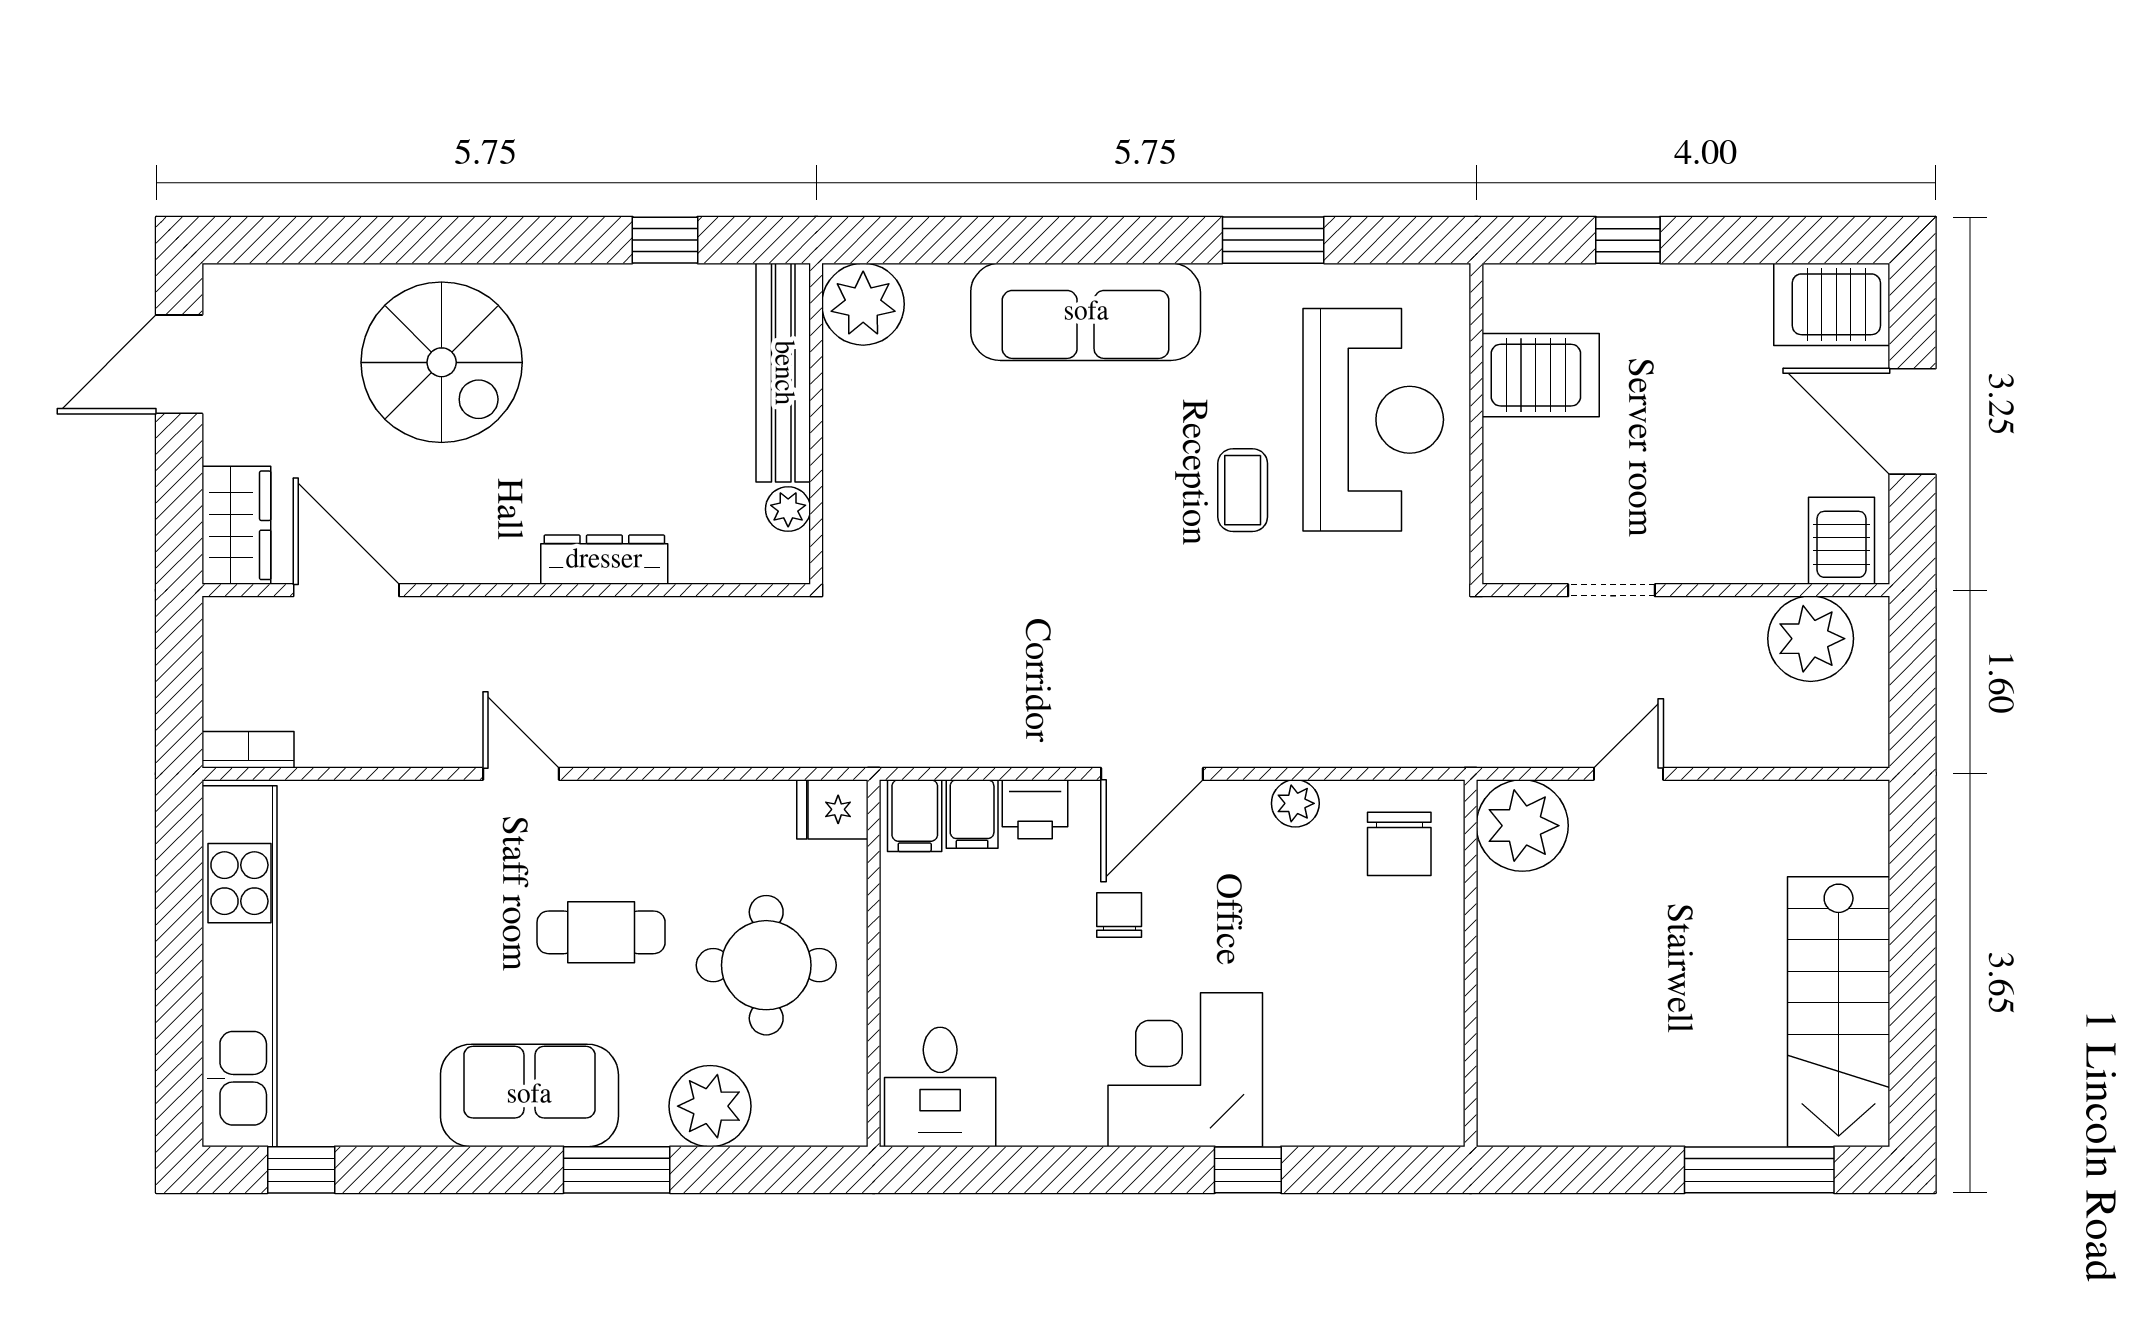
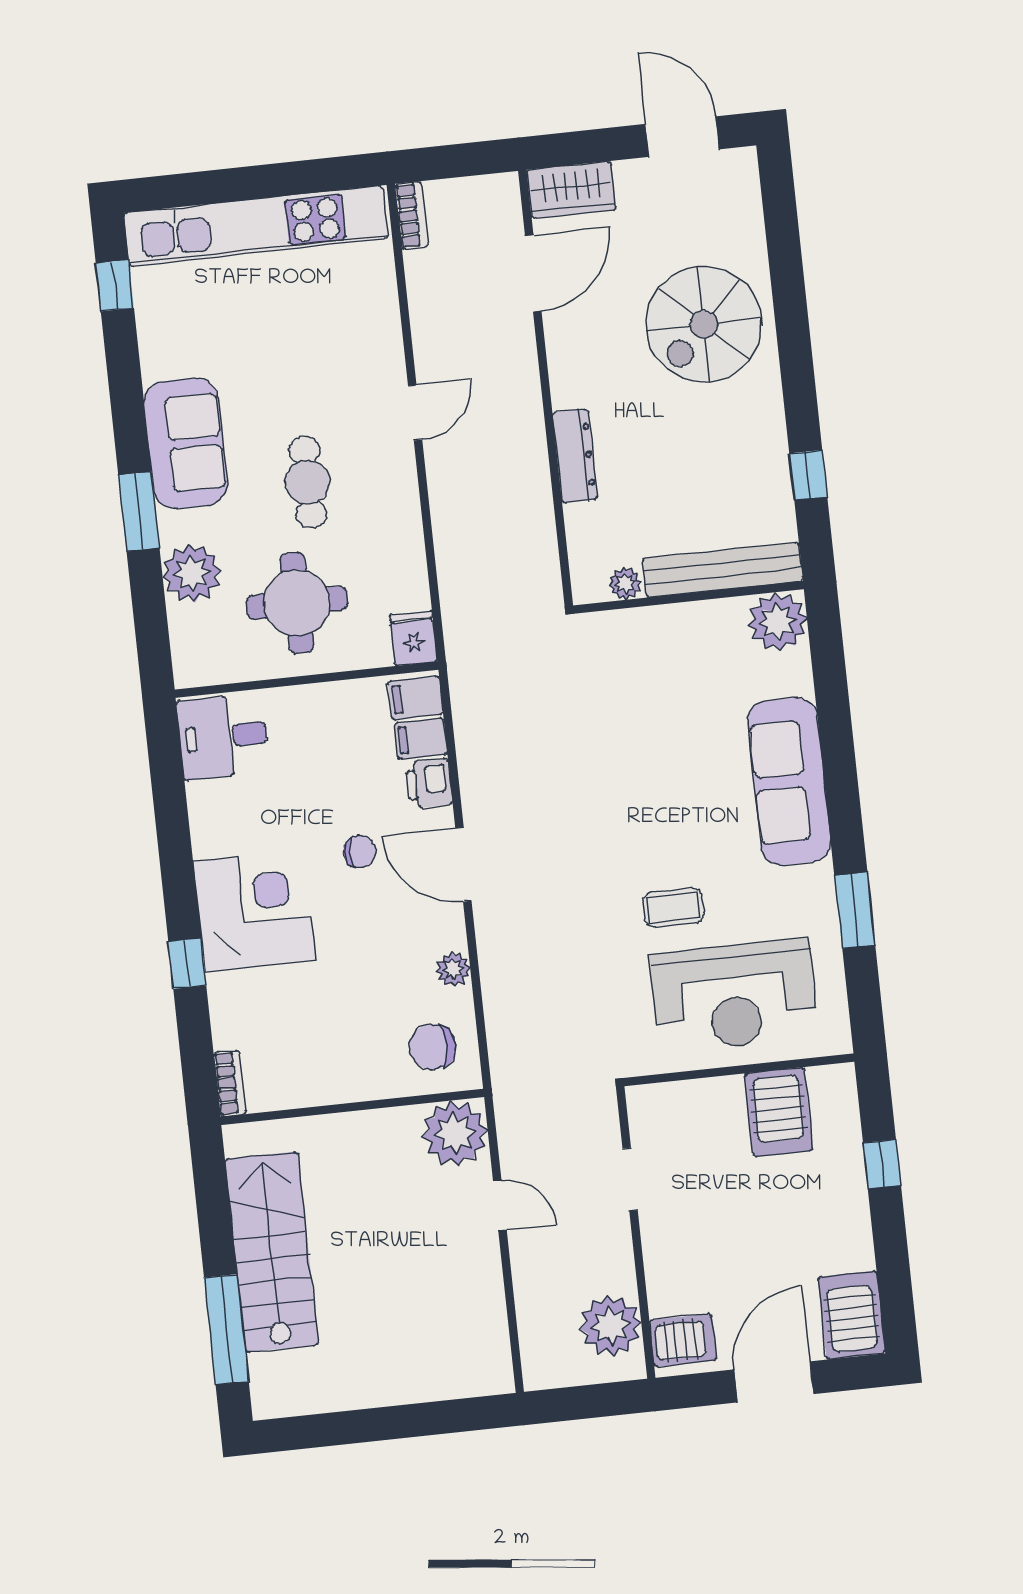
stairs: (1839, 1012) -> (272, 1252), moved, turned 90
bookcase: (1420, 1129) -> (230, 1083), added

